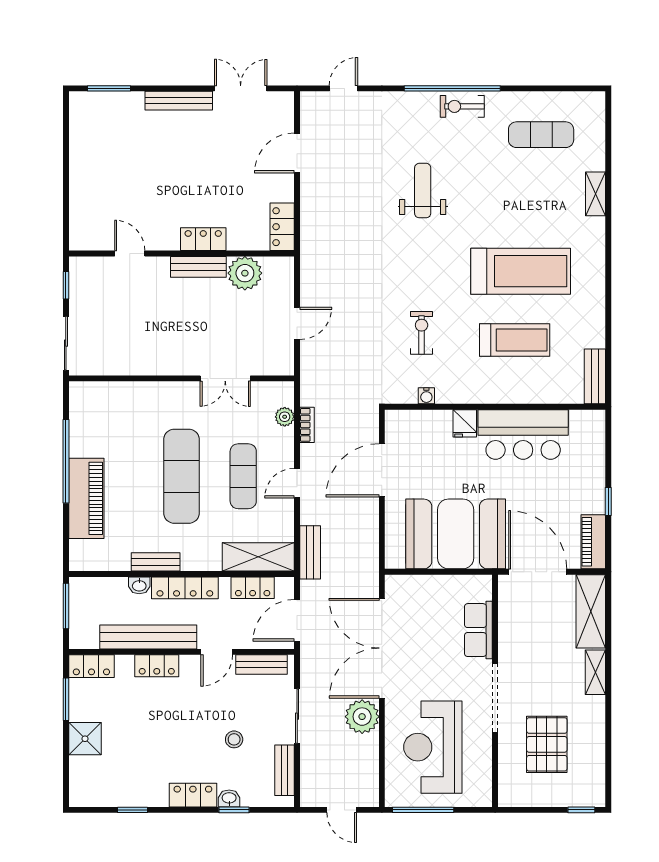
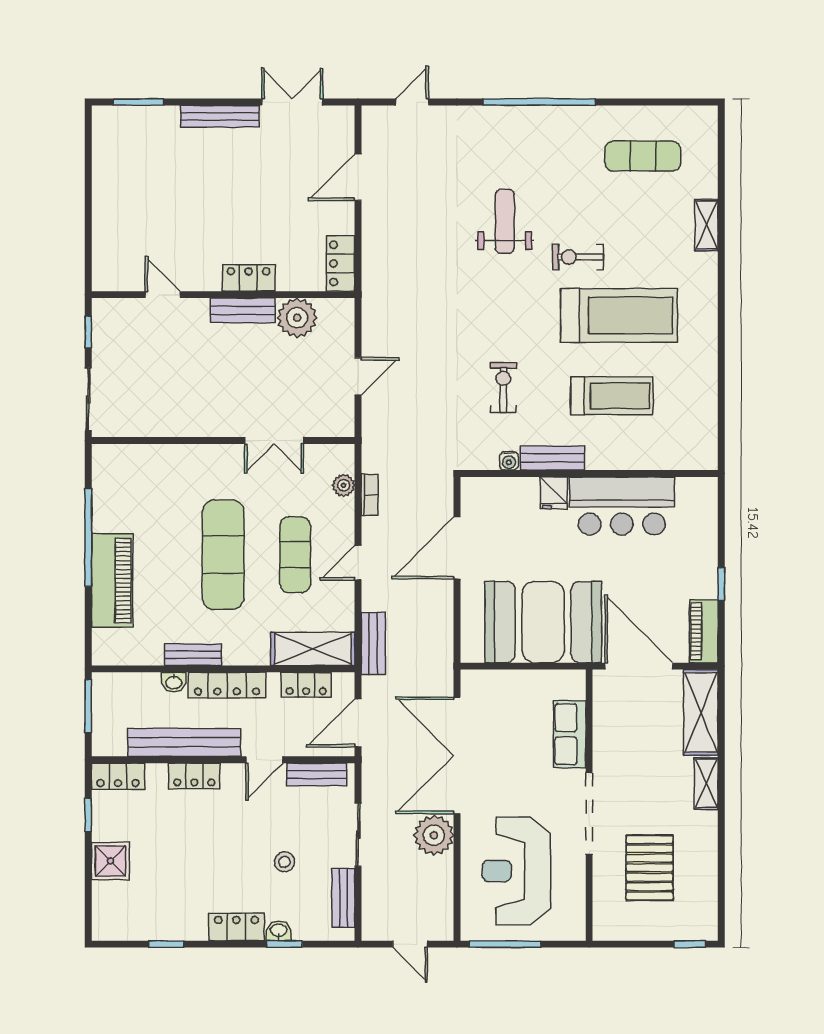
exercise bike: (462, 106) -> (578, 257), moved
bench: (595, 376) -> (553, 458), moved, turned 90
window: (66, 699) -> (88, 815), width x0.67

